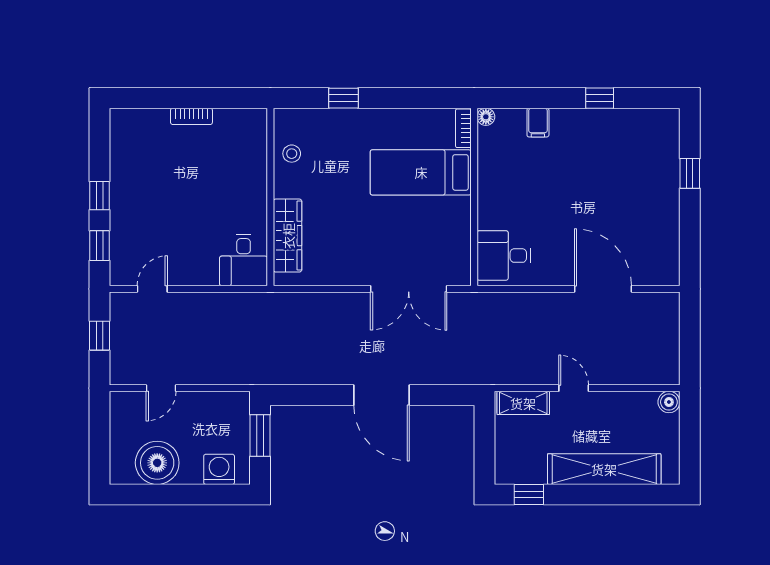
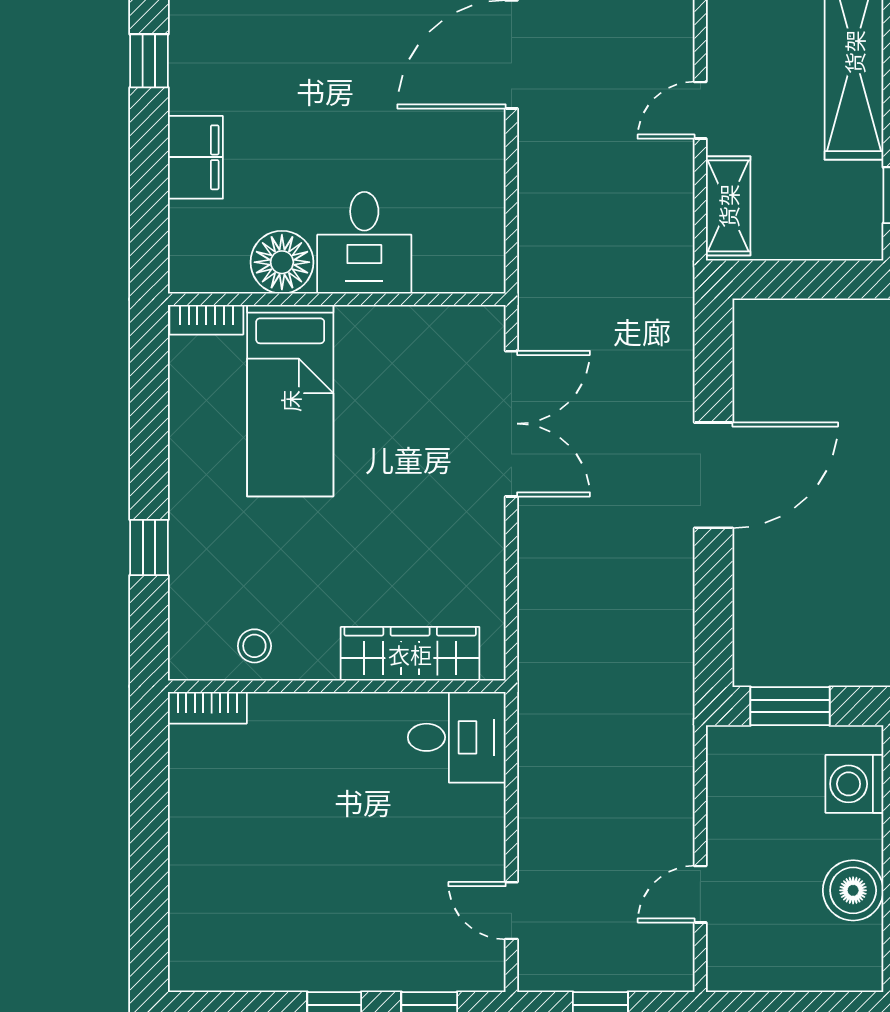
bookcase: (191, 116) -> (207, 708), moved, turned 90
floor lamp: (486, 117) -> (282, 262), moved, width x1.89, depth x1.89
filing cabinet: (538, 123) -> (195, 157), width x2.00
desk: (504, 256) -> (364, 243), moved
door: (161, 388) -> (700, 894), swing flipped
boiler: (157, 463) -> (853, 890), width x0.73, depth x0.73

